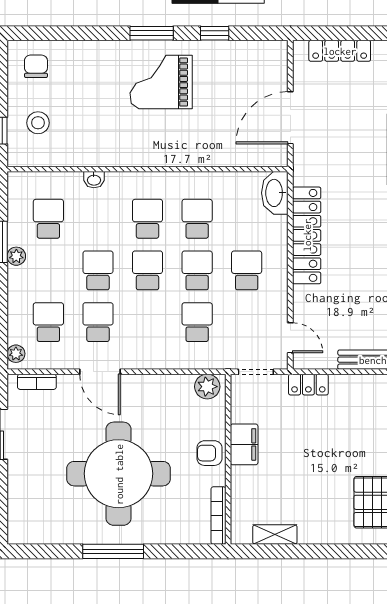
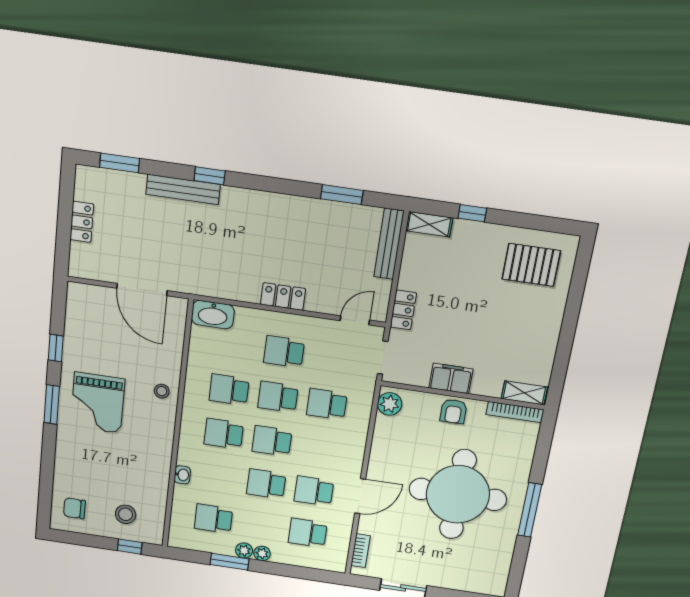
locker: (340, 51) -> (82, 222), width x0.66
stool: (185, 149) -> (162, 391), added
locker: (307, 235) -> (283, 297), width x0.46, depth x0.83
plant: (16, 354) -> (262, 553), moved
shelving: (275, 535) -> (524, 393), moved, turned 90

